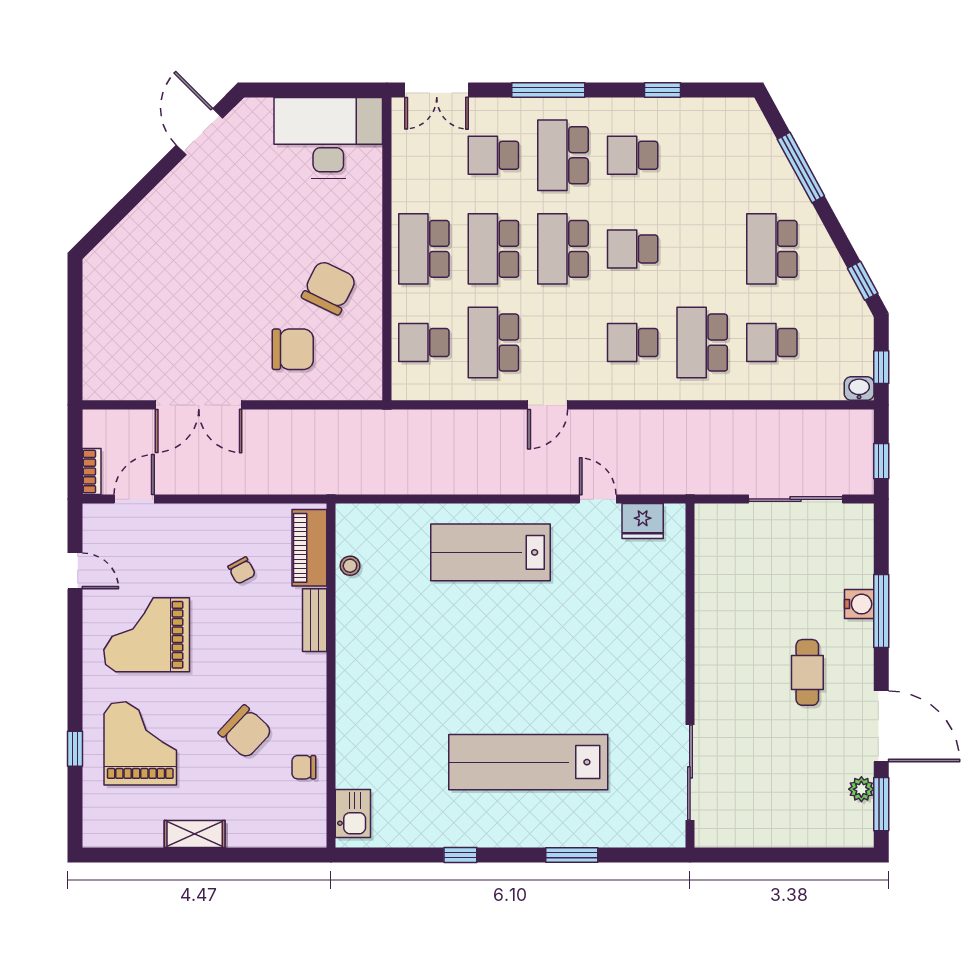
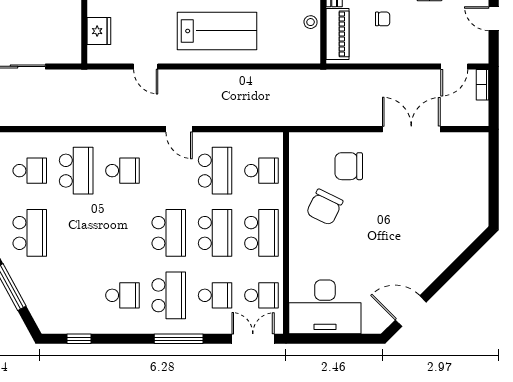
window: (663, 90) -> (79, 339), moved
door: (199, 132) -> (411, 311), swing flipped
school desk: (633, 249) -> (261, 295), moved
door: (548, 405) -> (179, 129), swing flipped
fridge: (643, 521) -> (99, 31), moved, turned 90
chair: (242, 570) -> (383, 19), turned 118

